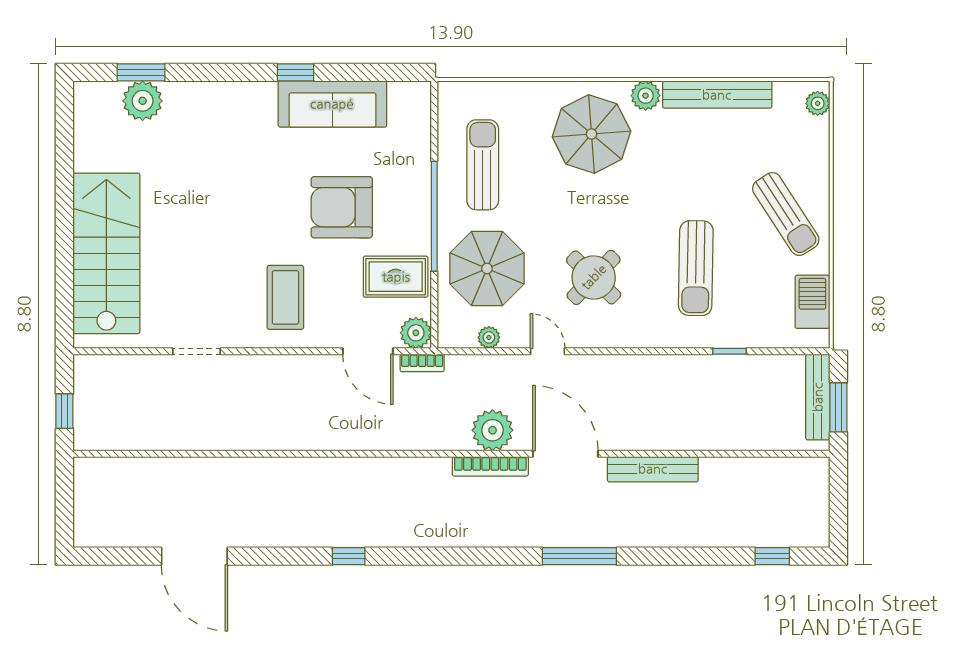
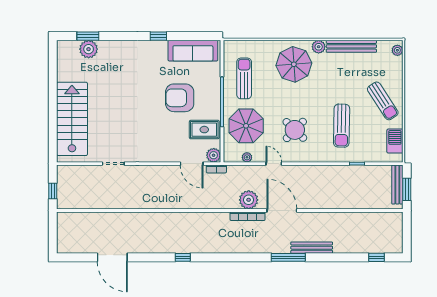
sofa: (332, 104) -> (193, 51), moved
coffee table: (285, 297) -> (154, 139), removed
bench: (653, 469) -> (312, 248), moved

